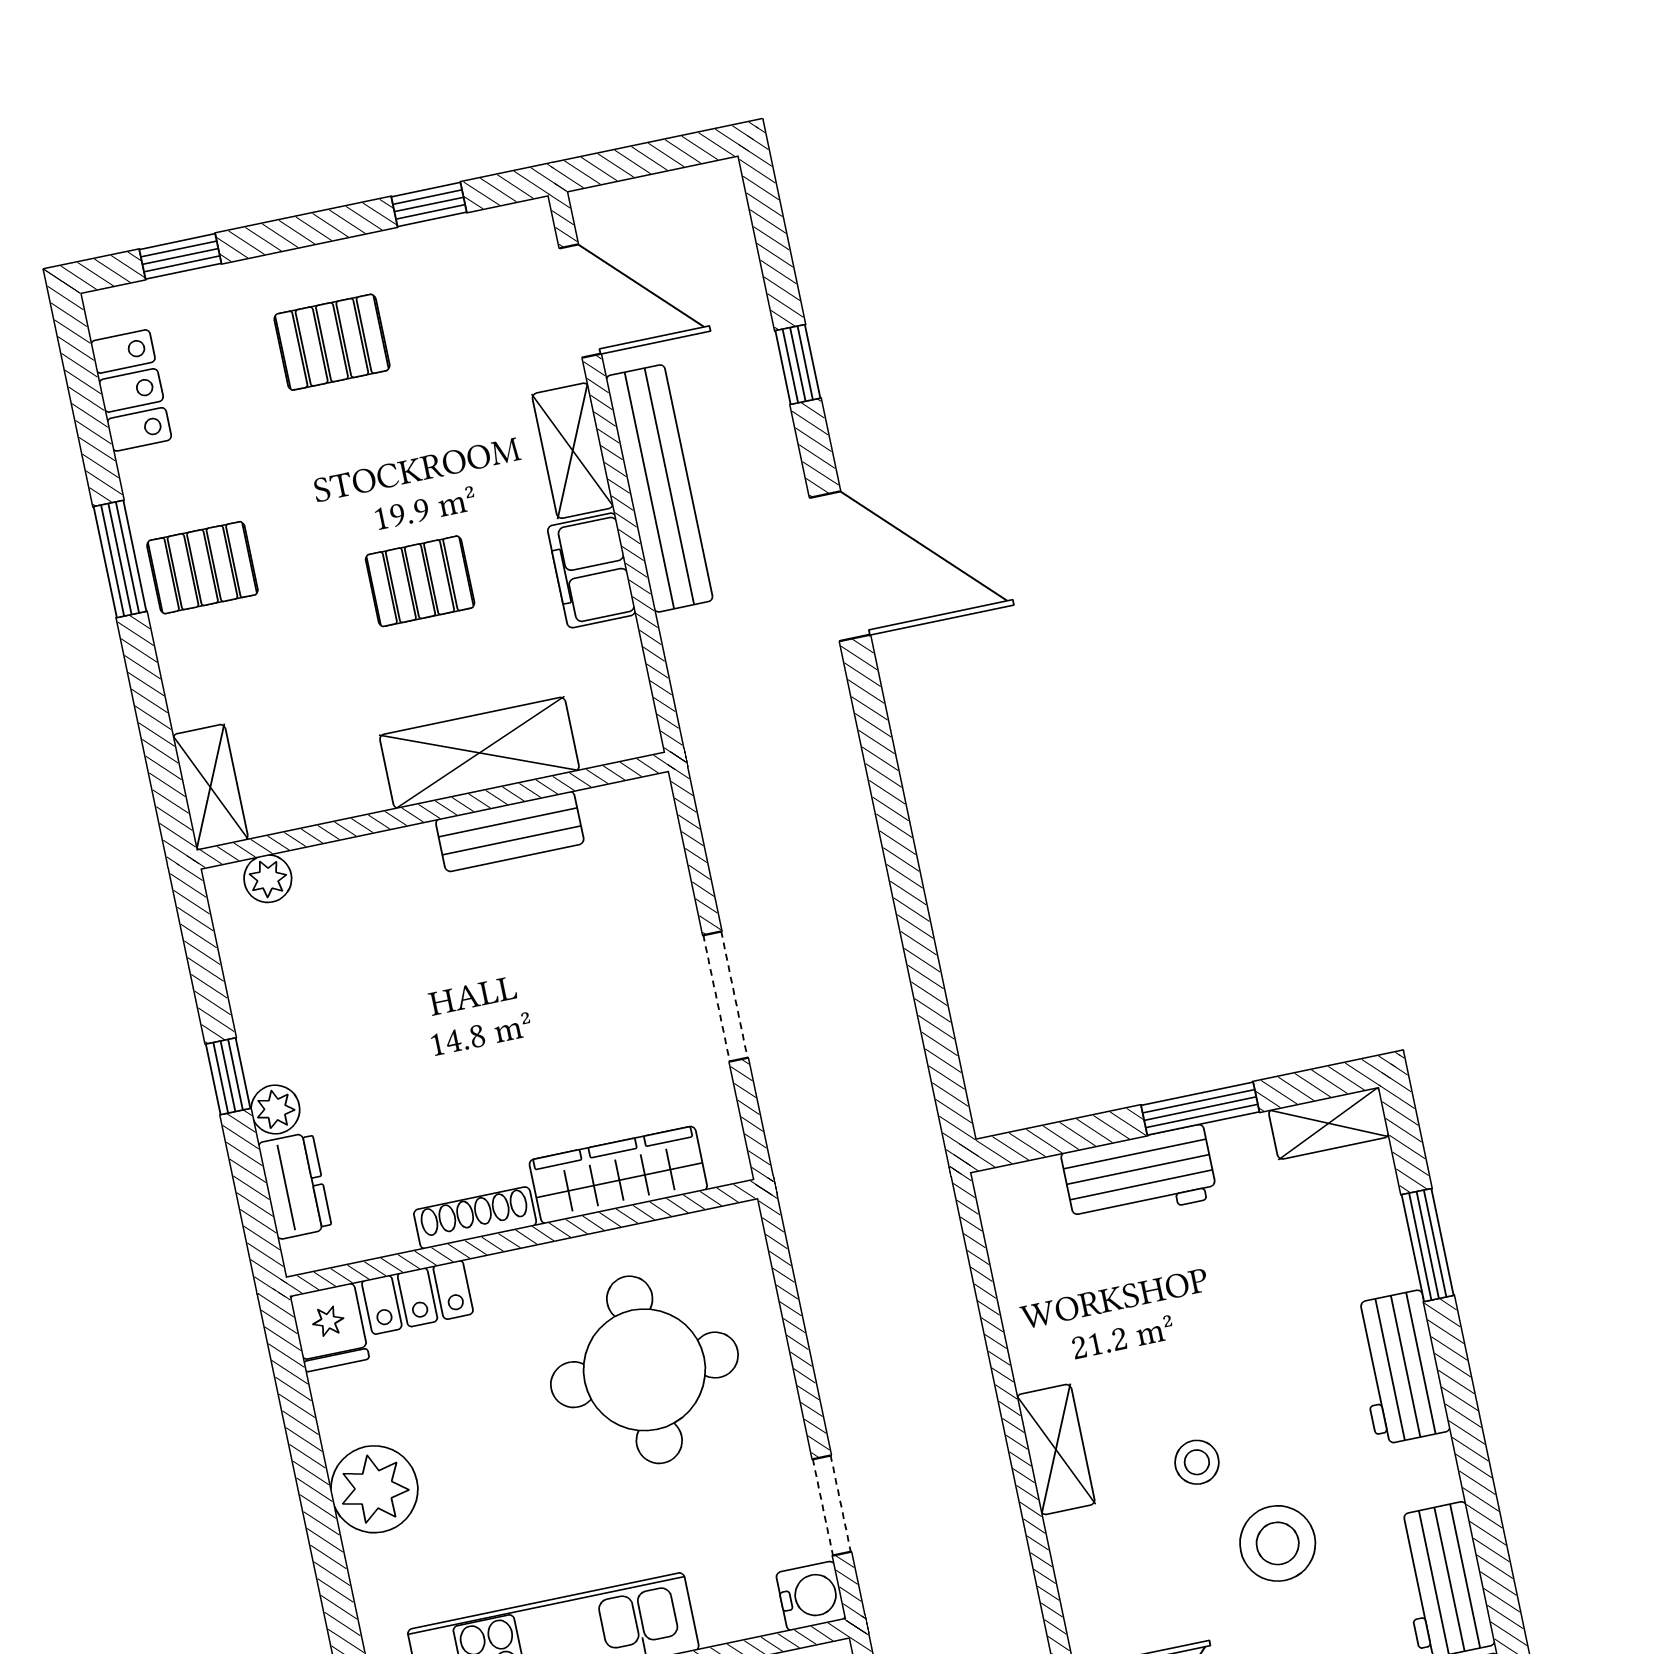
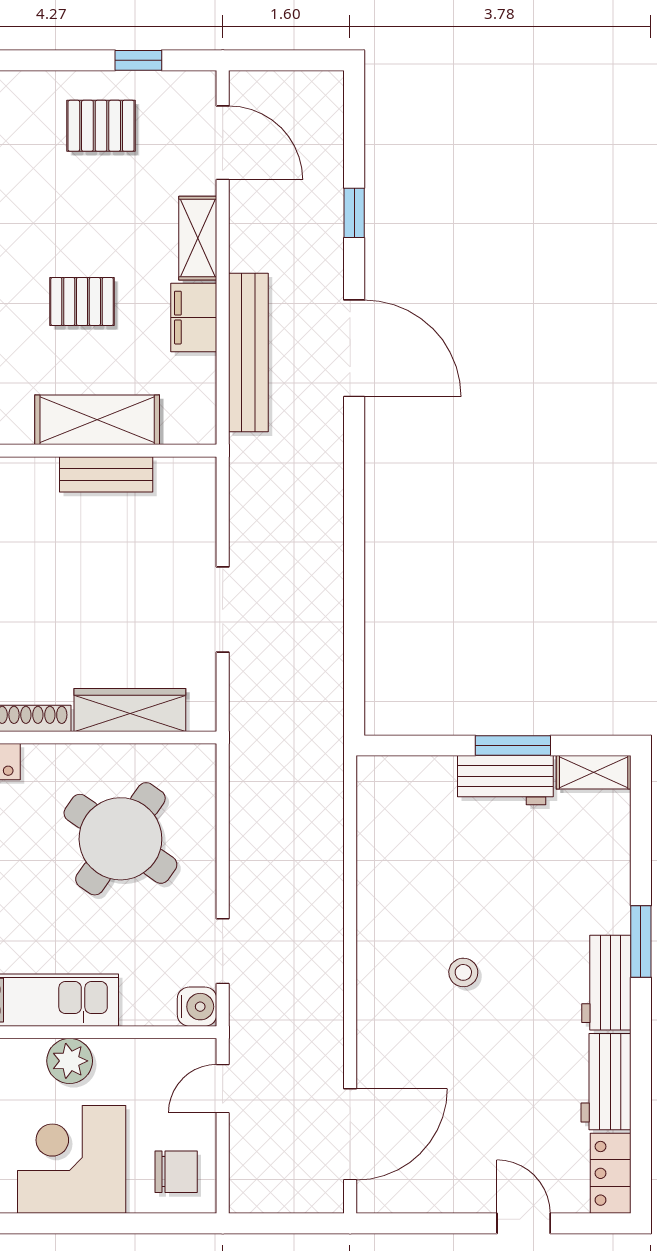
pallet: (332, 342) -> (101, 126), moved
bench: (659, 488) -> (248, 352), moved
workbench: (1139, 1175) -> (505, 780), moved
window: (1428, 1245) -> (641, 942), moved
workbench: (1400, 1368) -> (606, 983), moved
round table: (644, 1370) -> (120, 839), turned 35
shelving: (1056, 1449) -> (374, 945), removed
stool: (1278, 1543) -> (504, 1036), removed

